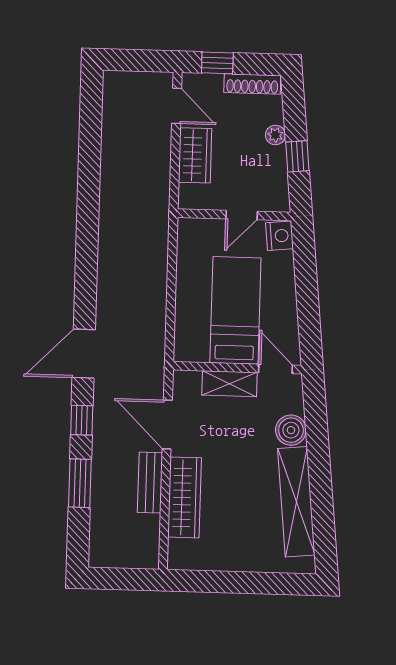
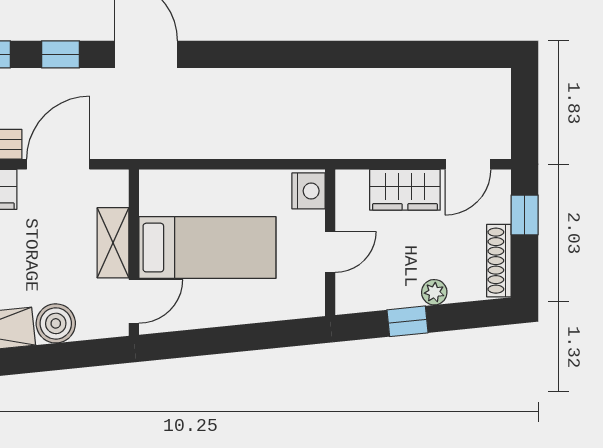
door: (242, 215) -> (330, 252), swing flipped
nightstand: (280, 236) -> (308, 191), moved, turned -84

